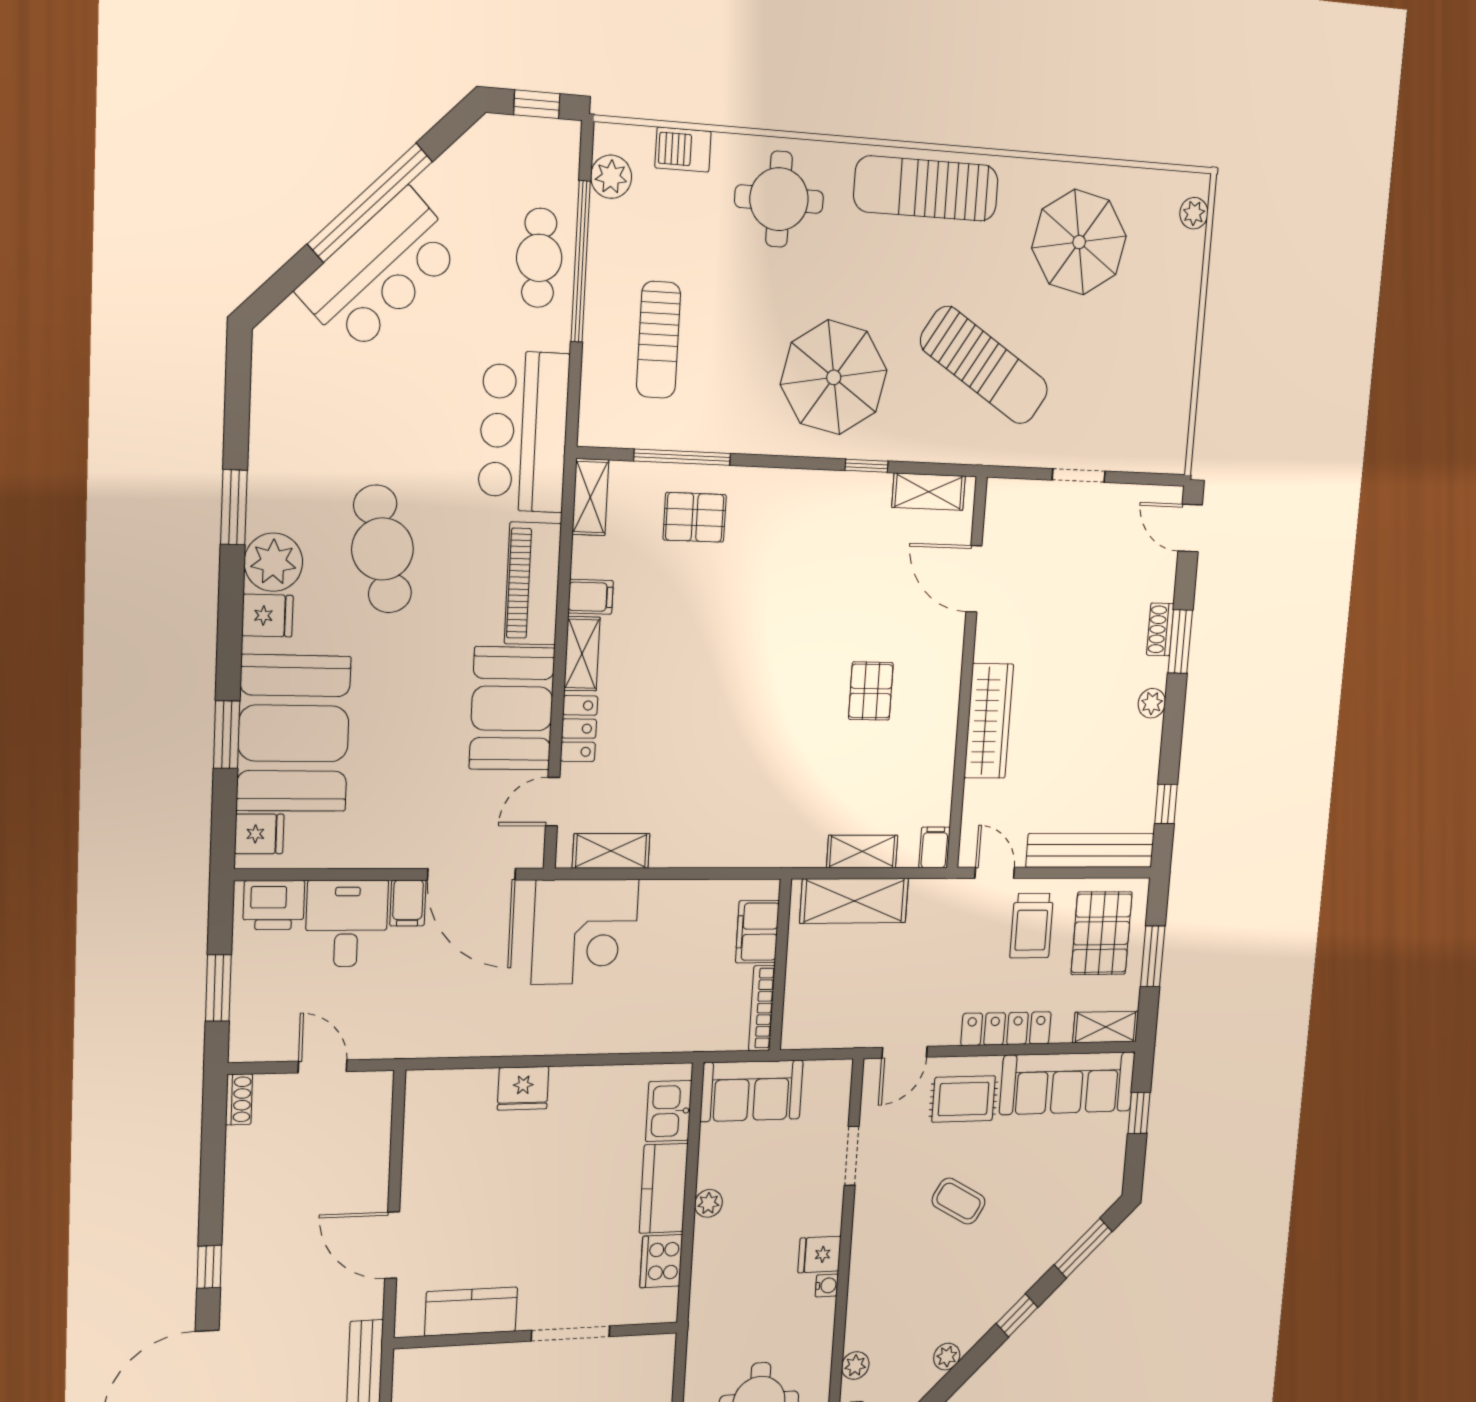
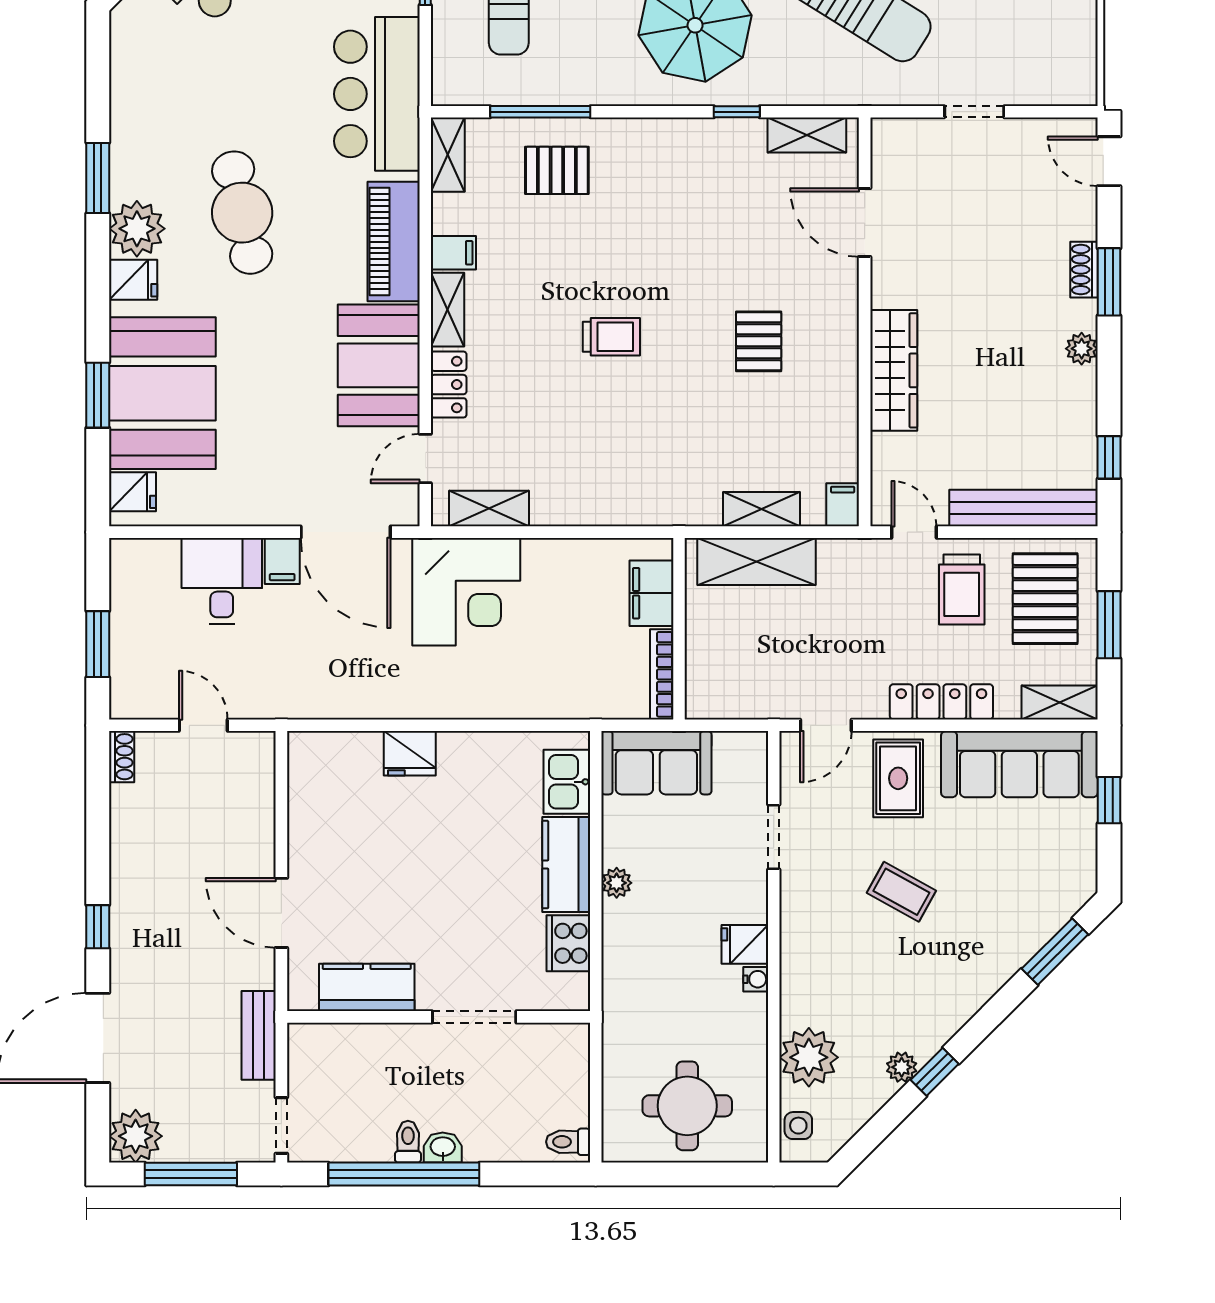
trolley: (736, 684) -> (611, 337), added
printer: (274, 905) -> (149, 562), removed
rug: (964, 1099) -> (898, 778), turned 90
window: (1017, 1315) -> (935, 1072), moved
plant: (855, 1365) -> (809, 1057), width x1.87, depth x1.87

